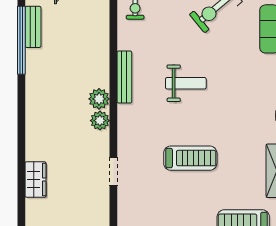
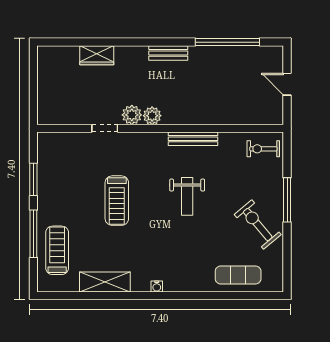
bench: (33, 27) -> (168, 53), moved
plant: (99, 99) -> (132, 115), moved

